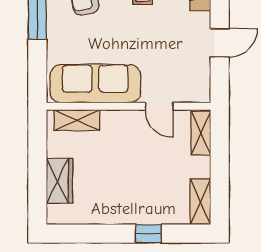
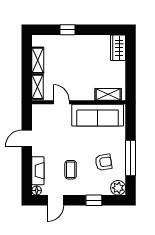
wardrobe: (59, 181) -> (118, 48), moved
shelving: (200, 202) -> (38, 60), moved

